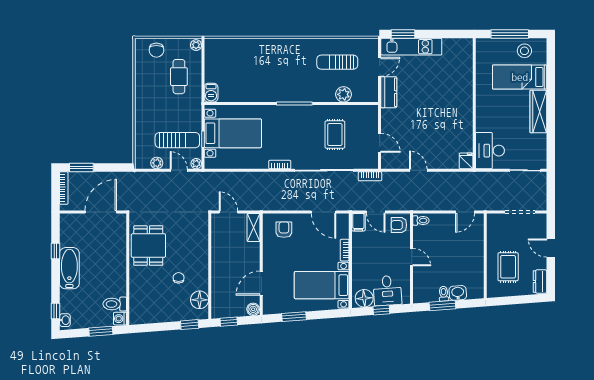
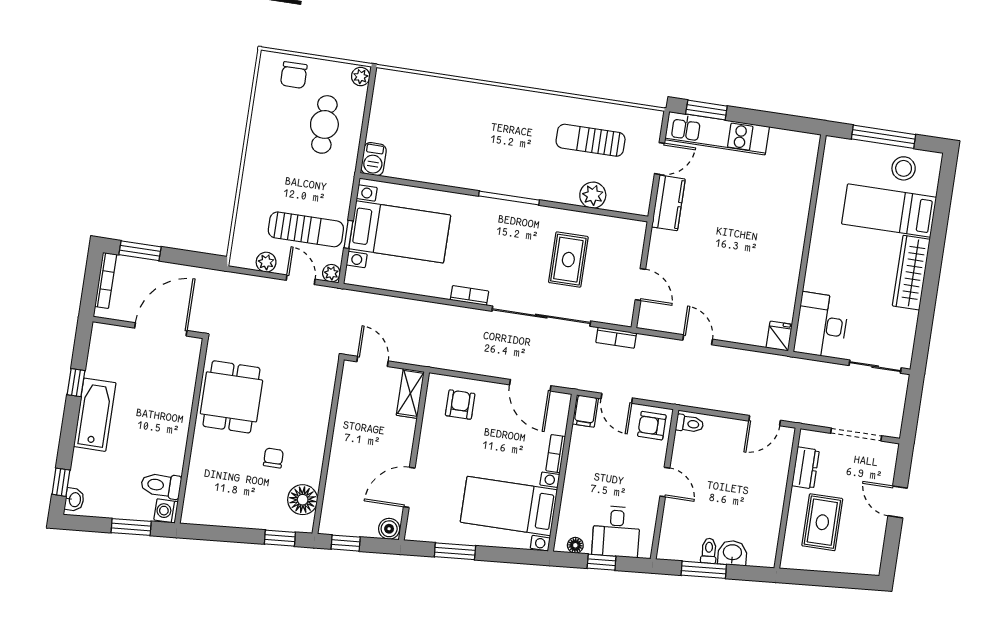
dresser: (540, 282) -> (806, 468), moved, turned 180
floor lamp: (364, 298) -> (575, 545), width x0.53, depth x0.53

